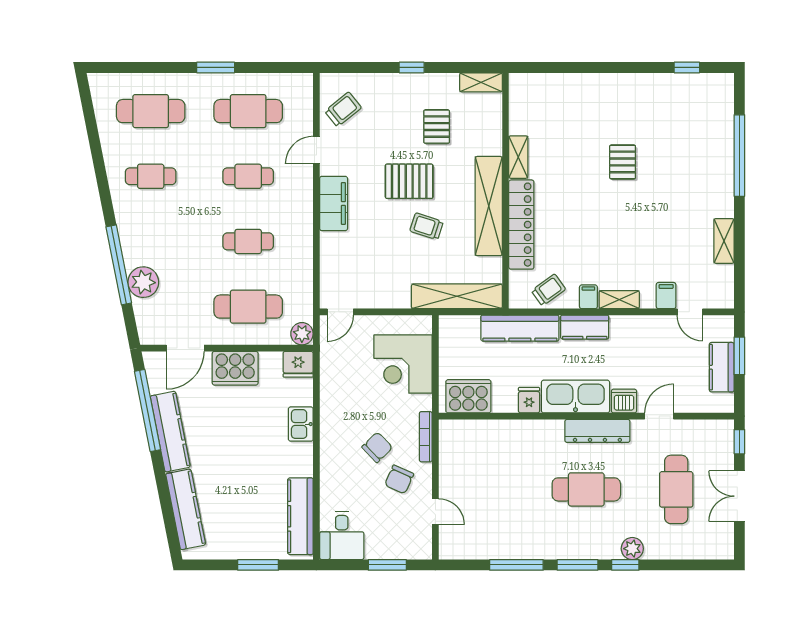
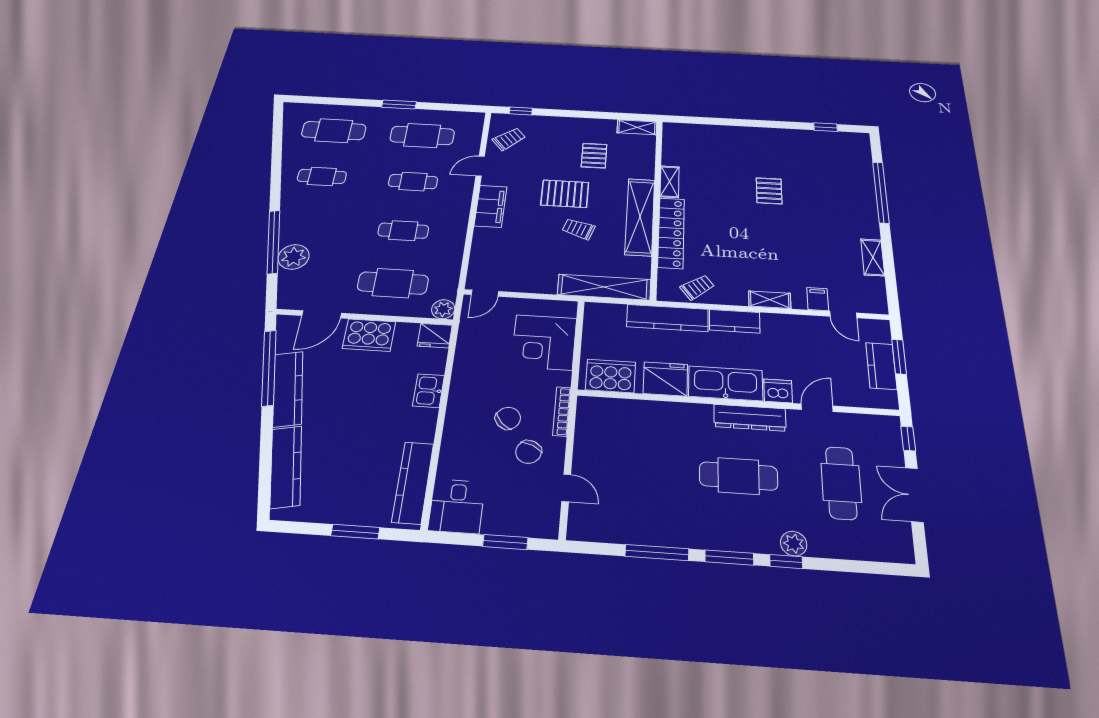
window: (412, 67) -> (521, 111), moved
filing cabinet: (588, 297) -> (738, 295), removed
fridge: (529, 400) -> (665, 379), width x1.88, depth x1.34

